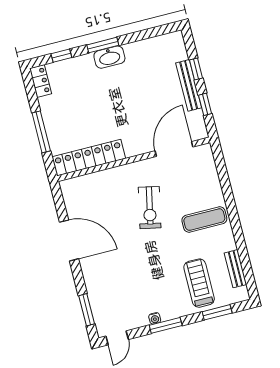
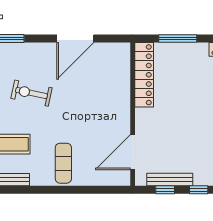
bench: (189, 85) -> (170, 180), moved
door: (174, 149) -> (133, 152), swing flipped
exercise bike: (150, 208) -> (31, 93), moved

